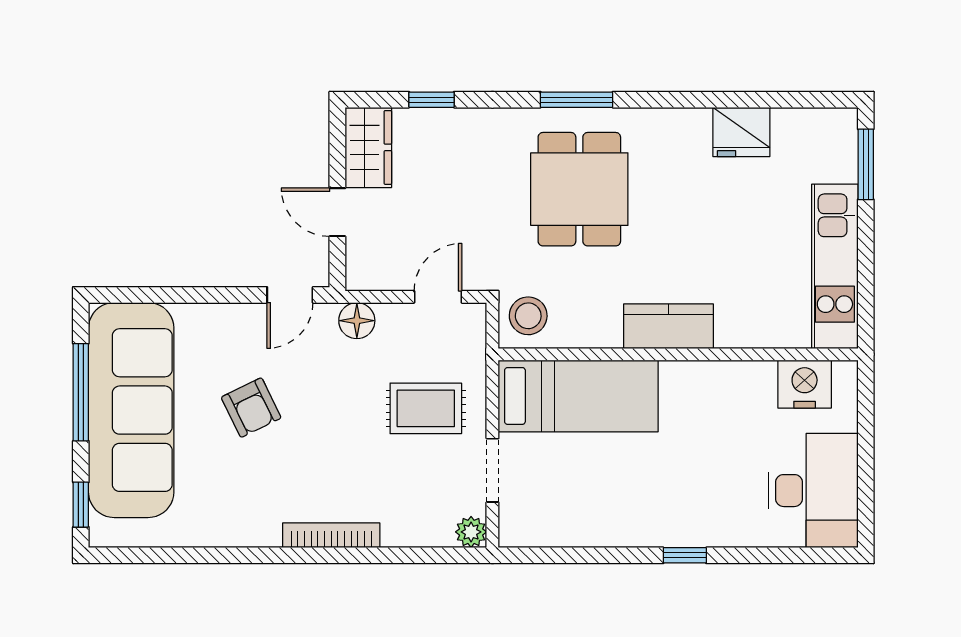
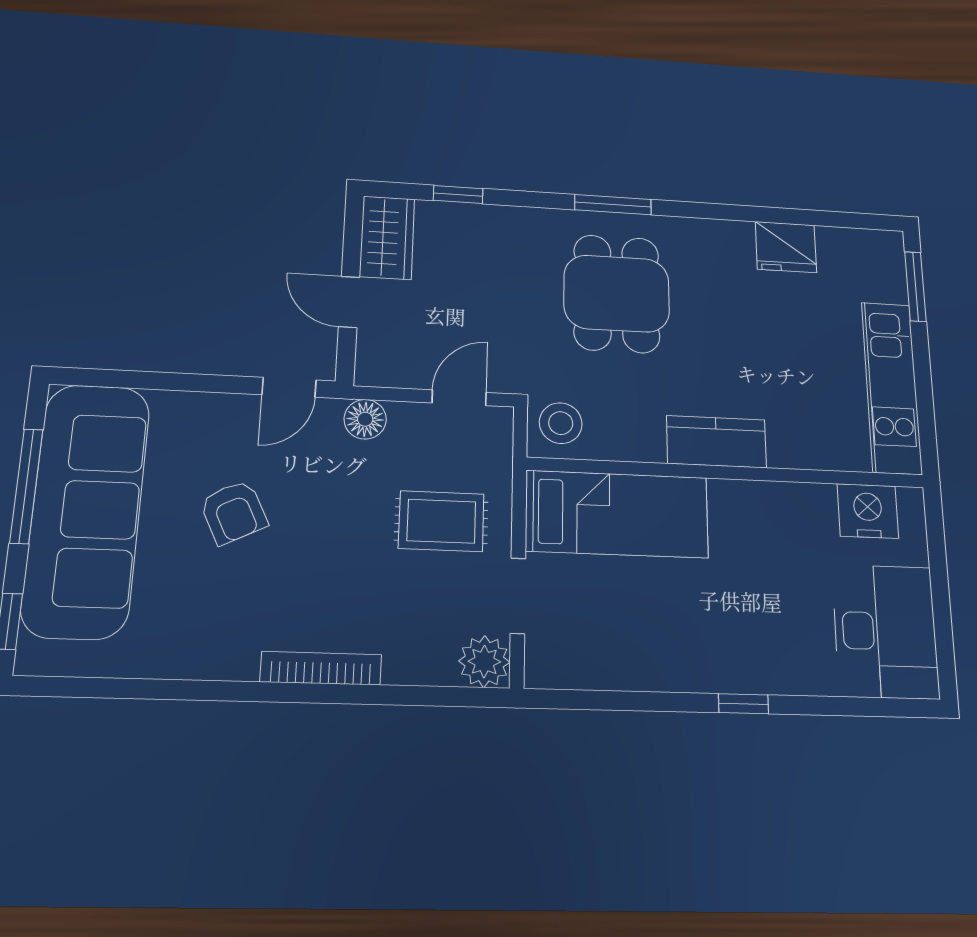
plant: (471, 532) -> (484, 662), width x1.38, depth x1.38

